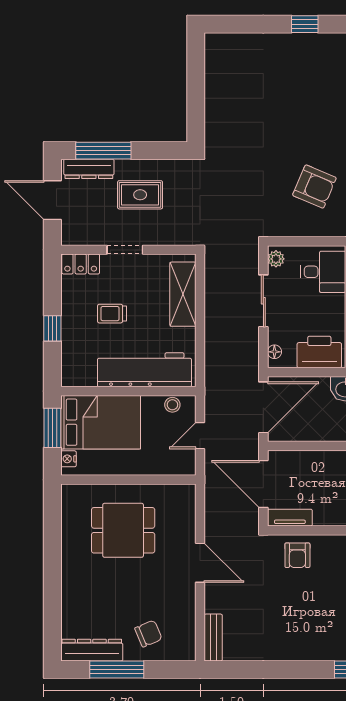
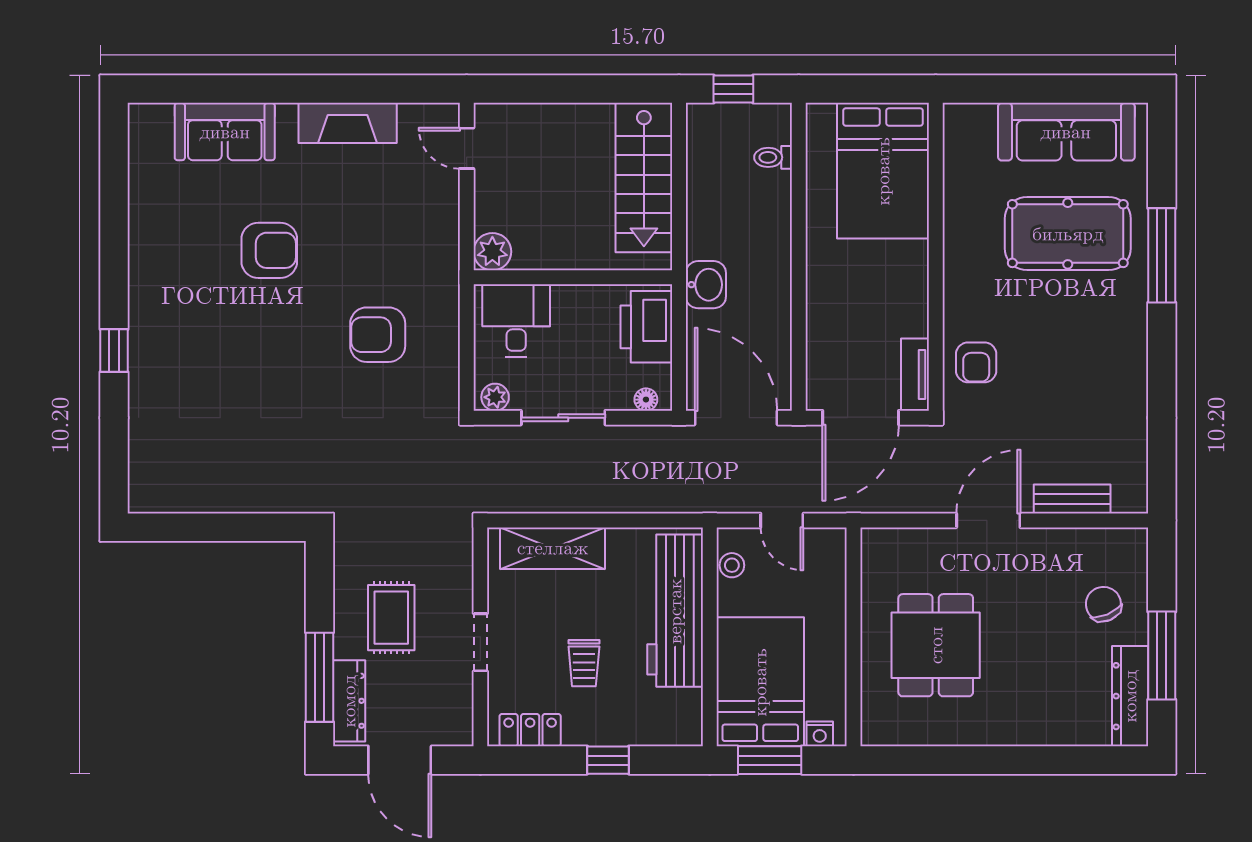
armchair: (314, 186) -> (378, 335), turned -113
door: (52, 200) -> (400, 760), hinge flipped
locker: (81, 264) -> (530, 730), moved, turned -90
armchair: (297, 555) -> (976, 362), turned 90
bench: (213, 638) -> (1072, 499), moved

